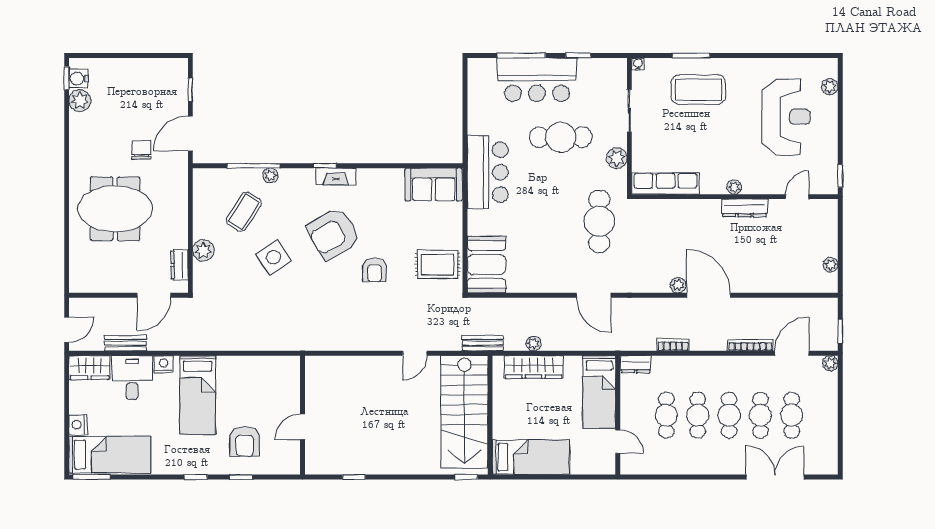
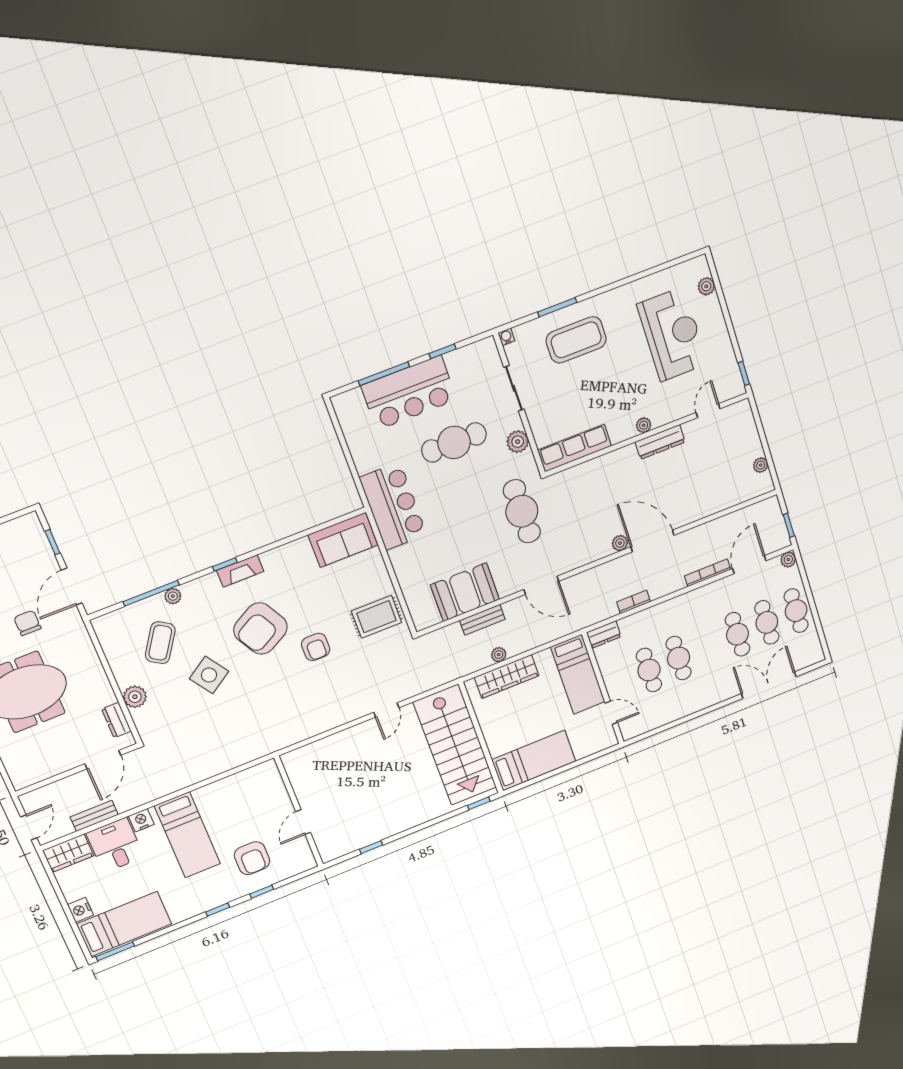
booth: (486, 264) -> (465, 592), moved, turned 90
bench: (483, 343) -> (482, 620), moved
cafe table: (729, 415) -> (796, 611), moved

